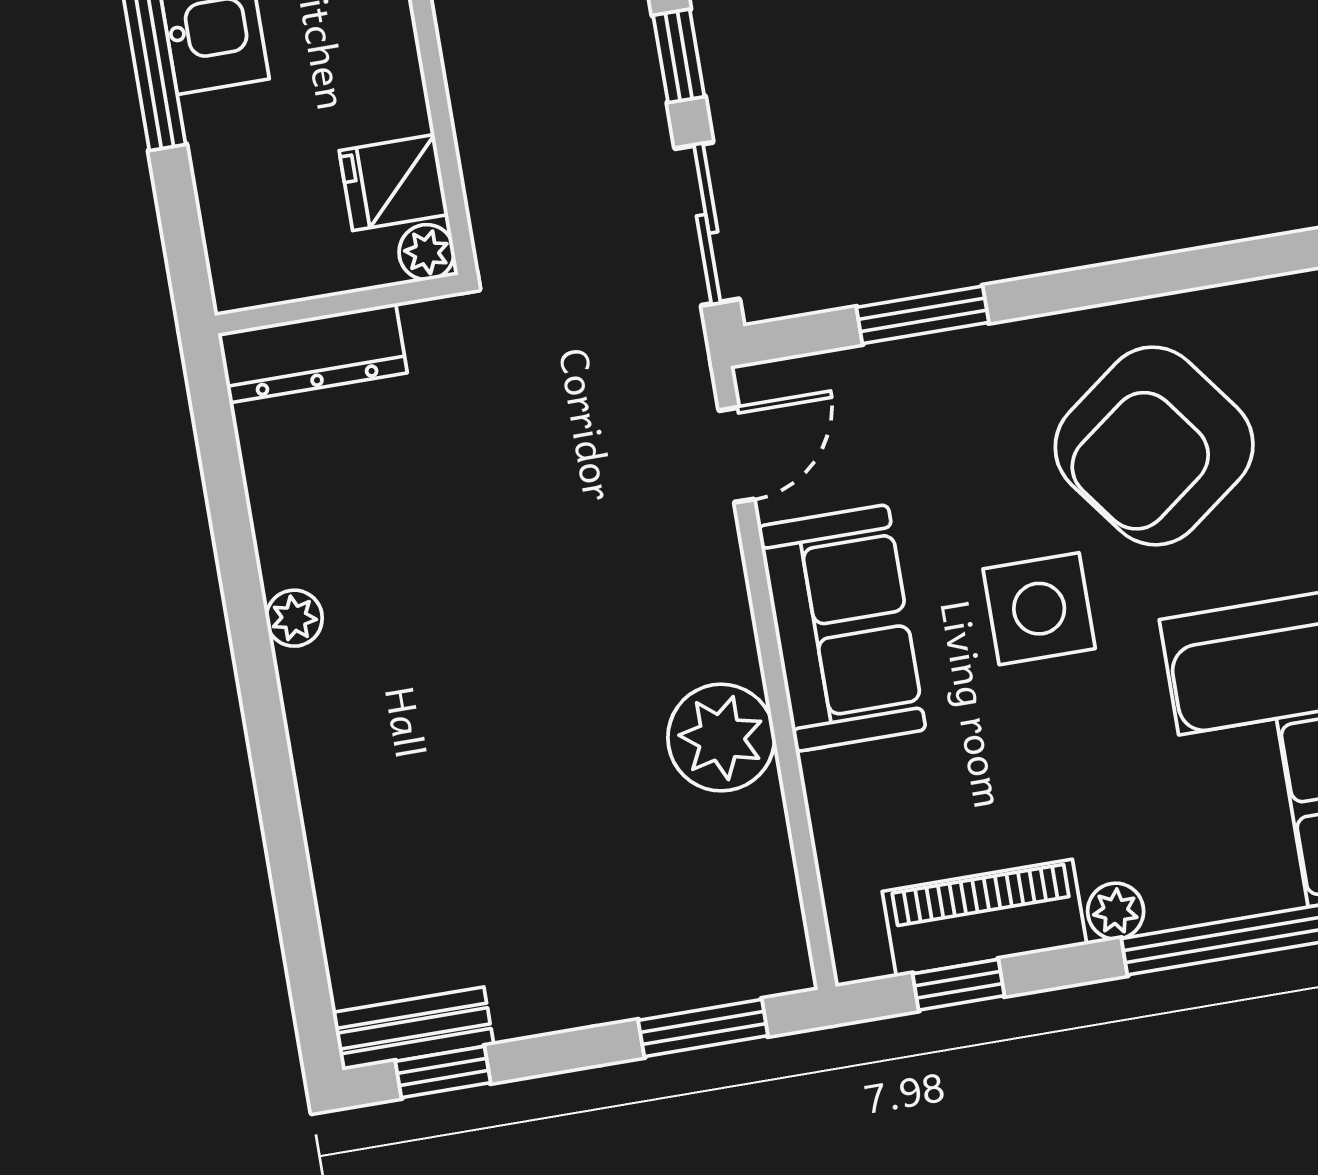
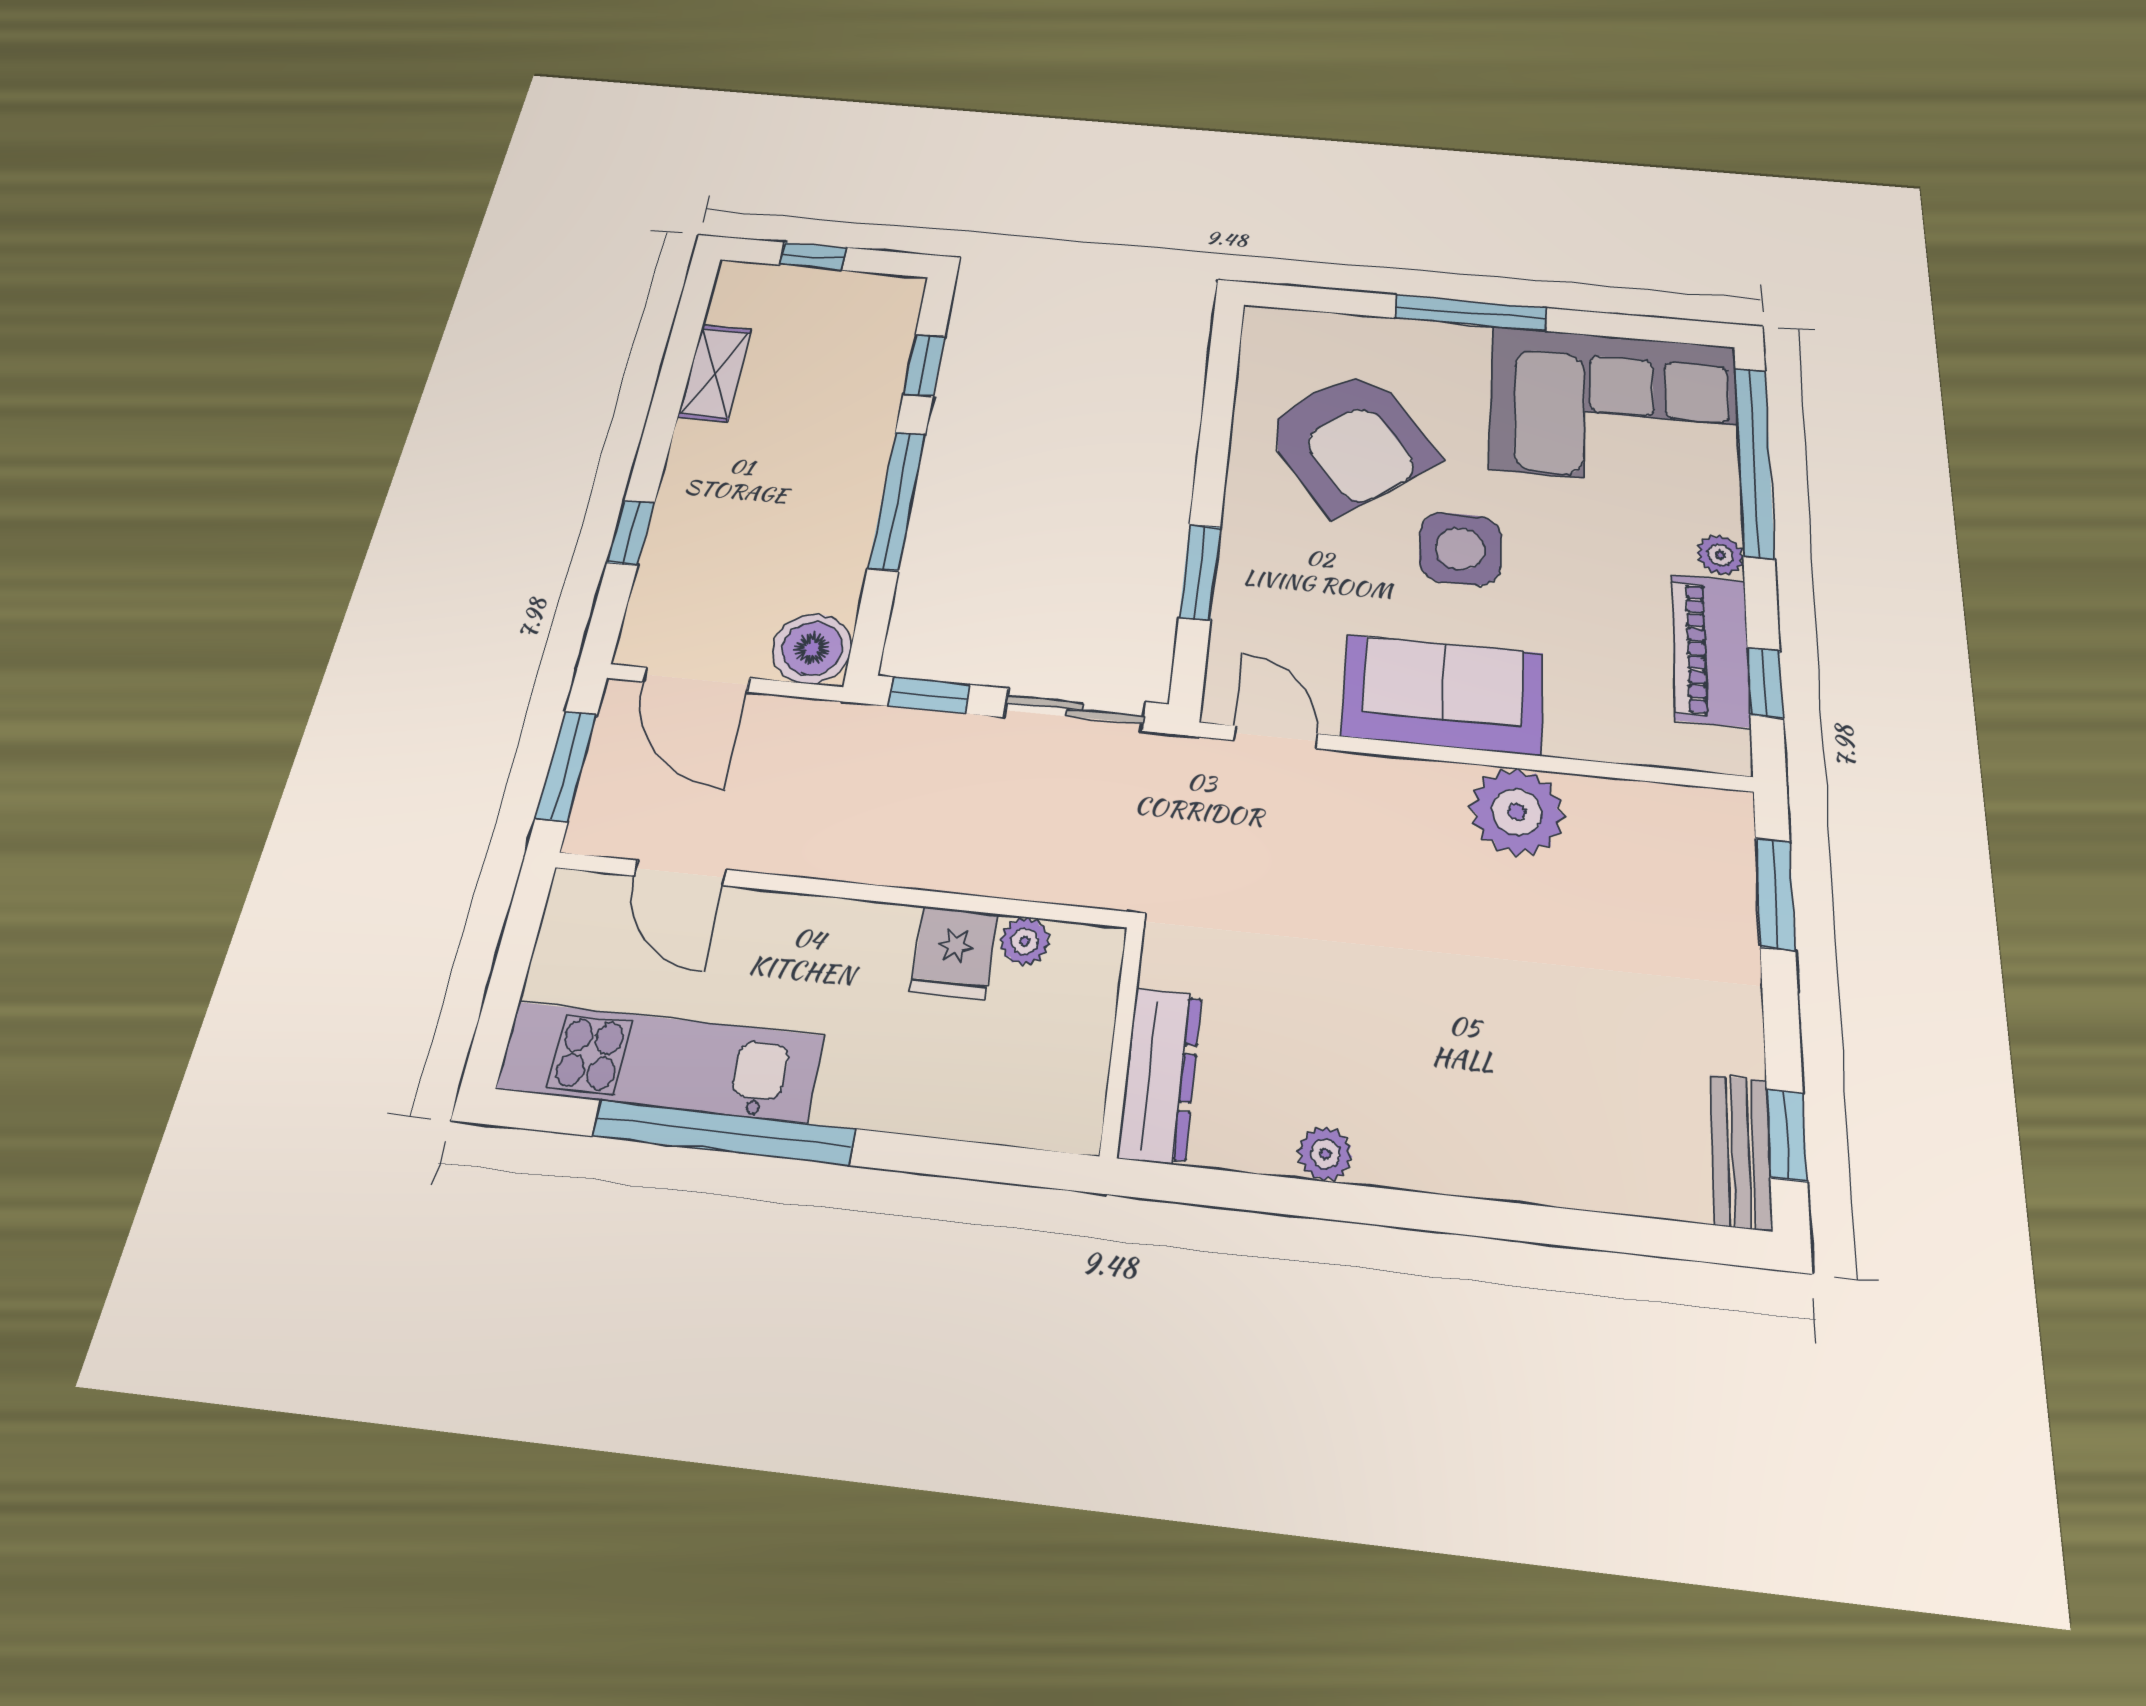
wall: (338, 304) -> (1122, 1040), moved
dresser: (312, 353) -> (1160, 1075), moved

